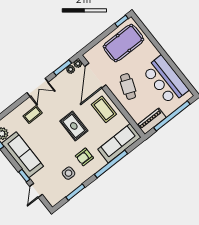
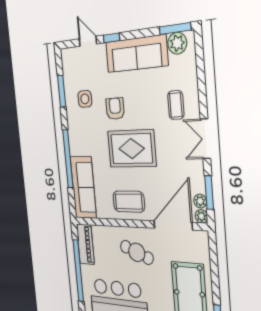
door: (95, 76) -> (173, 225), hinge flipped
rug: (74, 126) -> (132, 149), width x1.36, depth x1.43
armchair: (84, 157) -> (115, 109), moved

